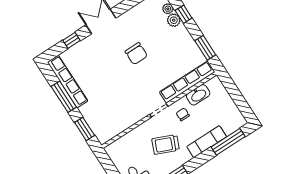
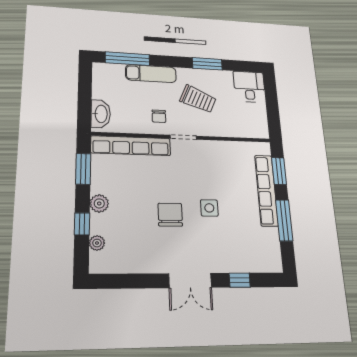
plant: (174, 20) -> (99, 203), moved
side table: (115, 74) -> (209, 208), added
row of seats: (68, 82) -> (266, 190), moved
washbasin: (198, 95) -> (101, 114), moved, turned 90

